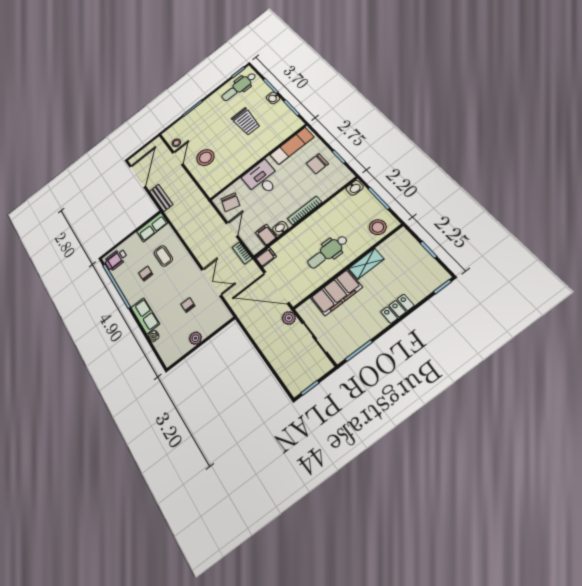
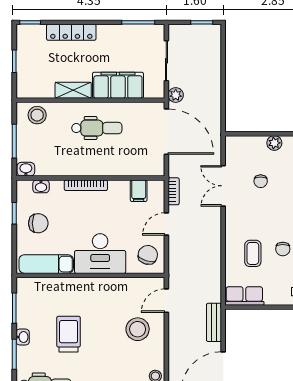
door: (178, 158) -> (166, 301), moved
desk: (262, 179) -> (100, 254), width x1.37
washbasin: (280, 228) -> (41, 186), moved
filing cabinet: (266, 257) -> (155, 169), removed
locker: (397, 309) -> (71, 32), width x1.53

